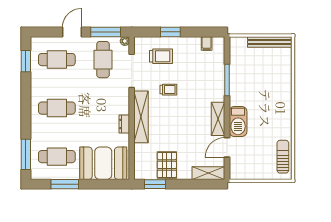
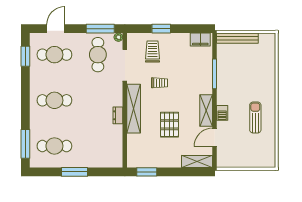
door: (72, 32) -> (56, 29), moved
bench: (270, 42) -> (237, 38), moved
filing cabinet: (207, 43) -> (200, 39), width x2.00
trolley: (161, 56) -> (152, 52), turned -90
barbecue: (238, 121) -> (222, 113), width x0.53, depth x0.65
sun lounger: (283, 157) -> (255, 118), moved
booth: (103, 163) -> (98, 152), removed
pallet: (167, 165) -> (169, 125), moved
window: (65, 184) -> (75, 172), moved

